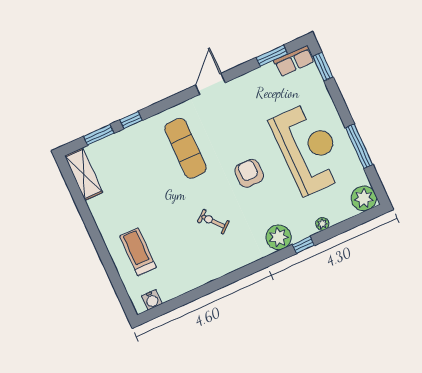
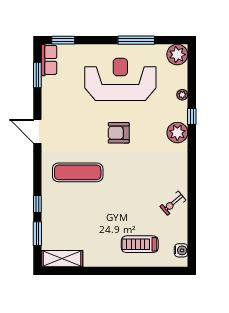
exercise bike: (213, 222) -> (173, 203), moved

